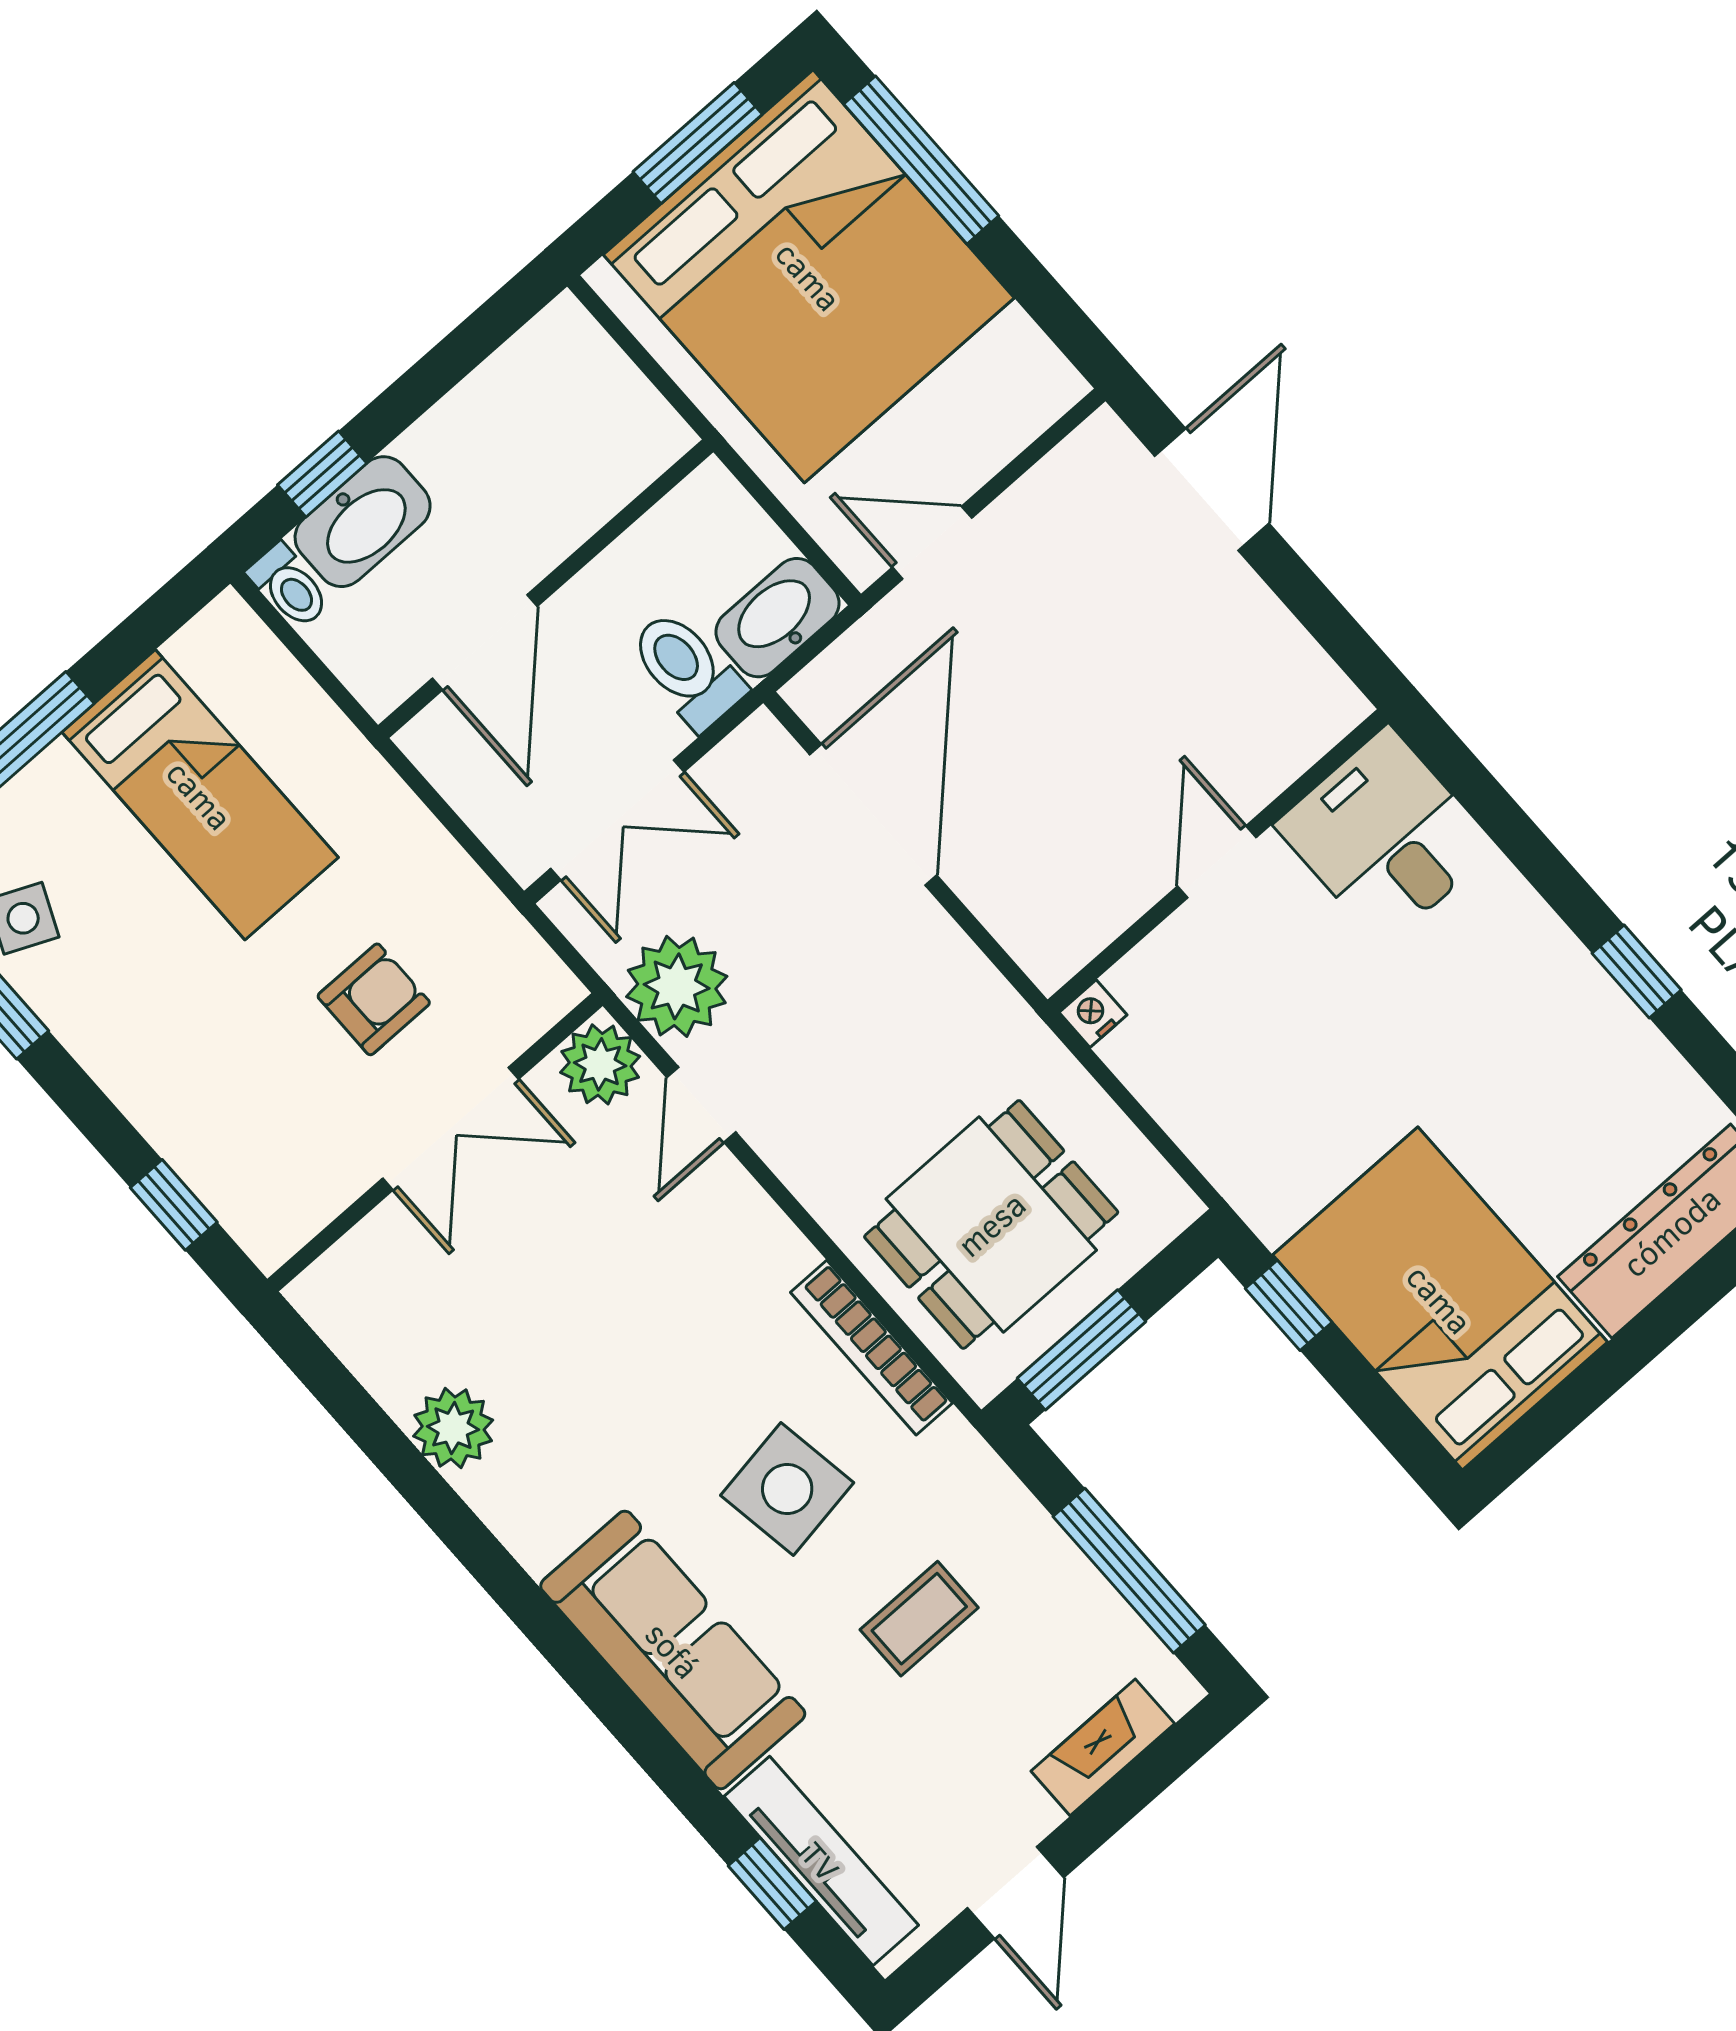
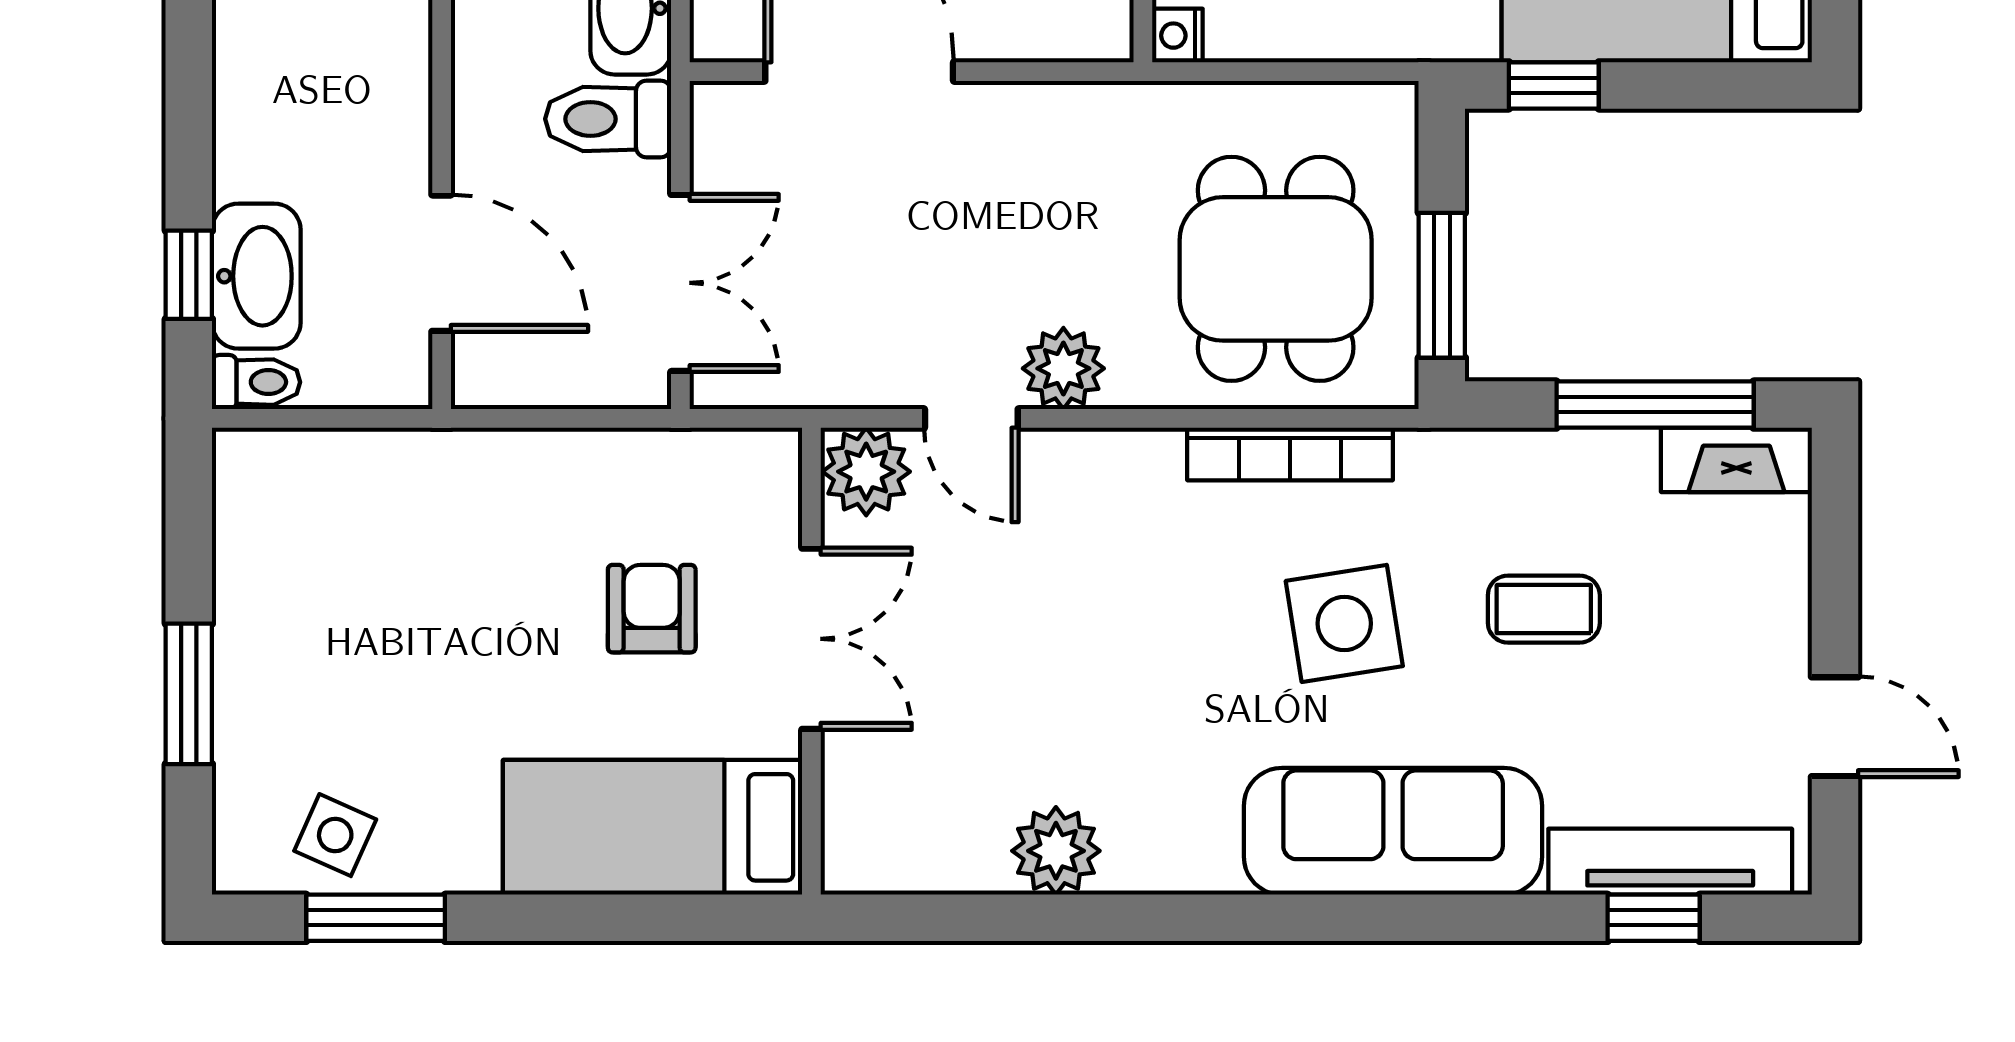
bed: (200, 795) -> (653, 827), moved, turned 180
plant: (677, 986) -> (1063, 368), moved, width x0.73, depth x0.73
window: (174, 1205) -> (675, 918), removed
coffee table: (919, 1619) -> (1544, 609), turned 90
fireplace: (1103, 1747) -> (1736, 460), moved, turned -90

